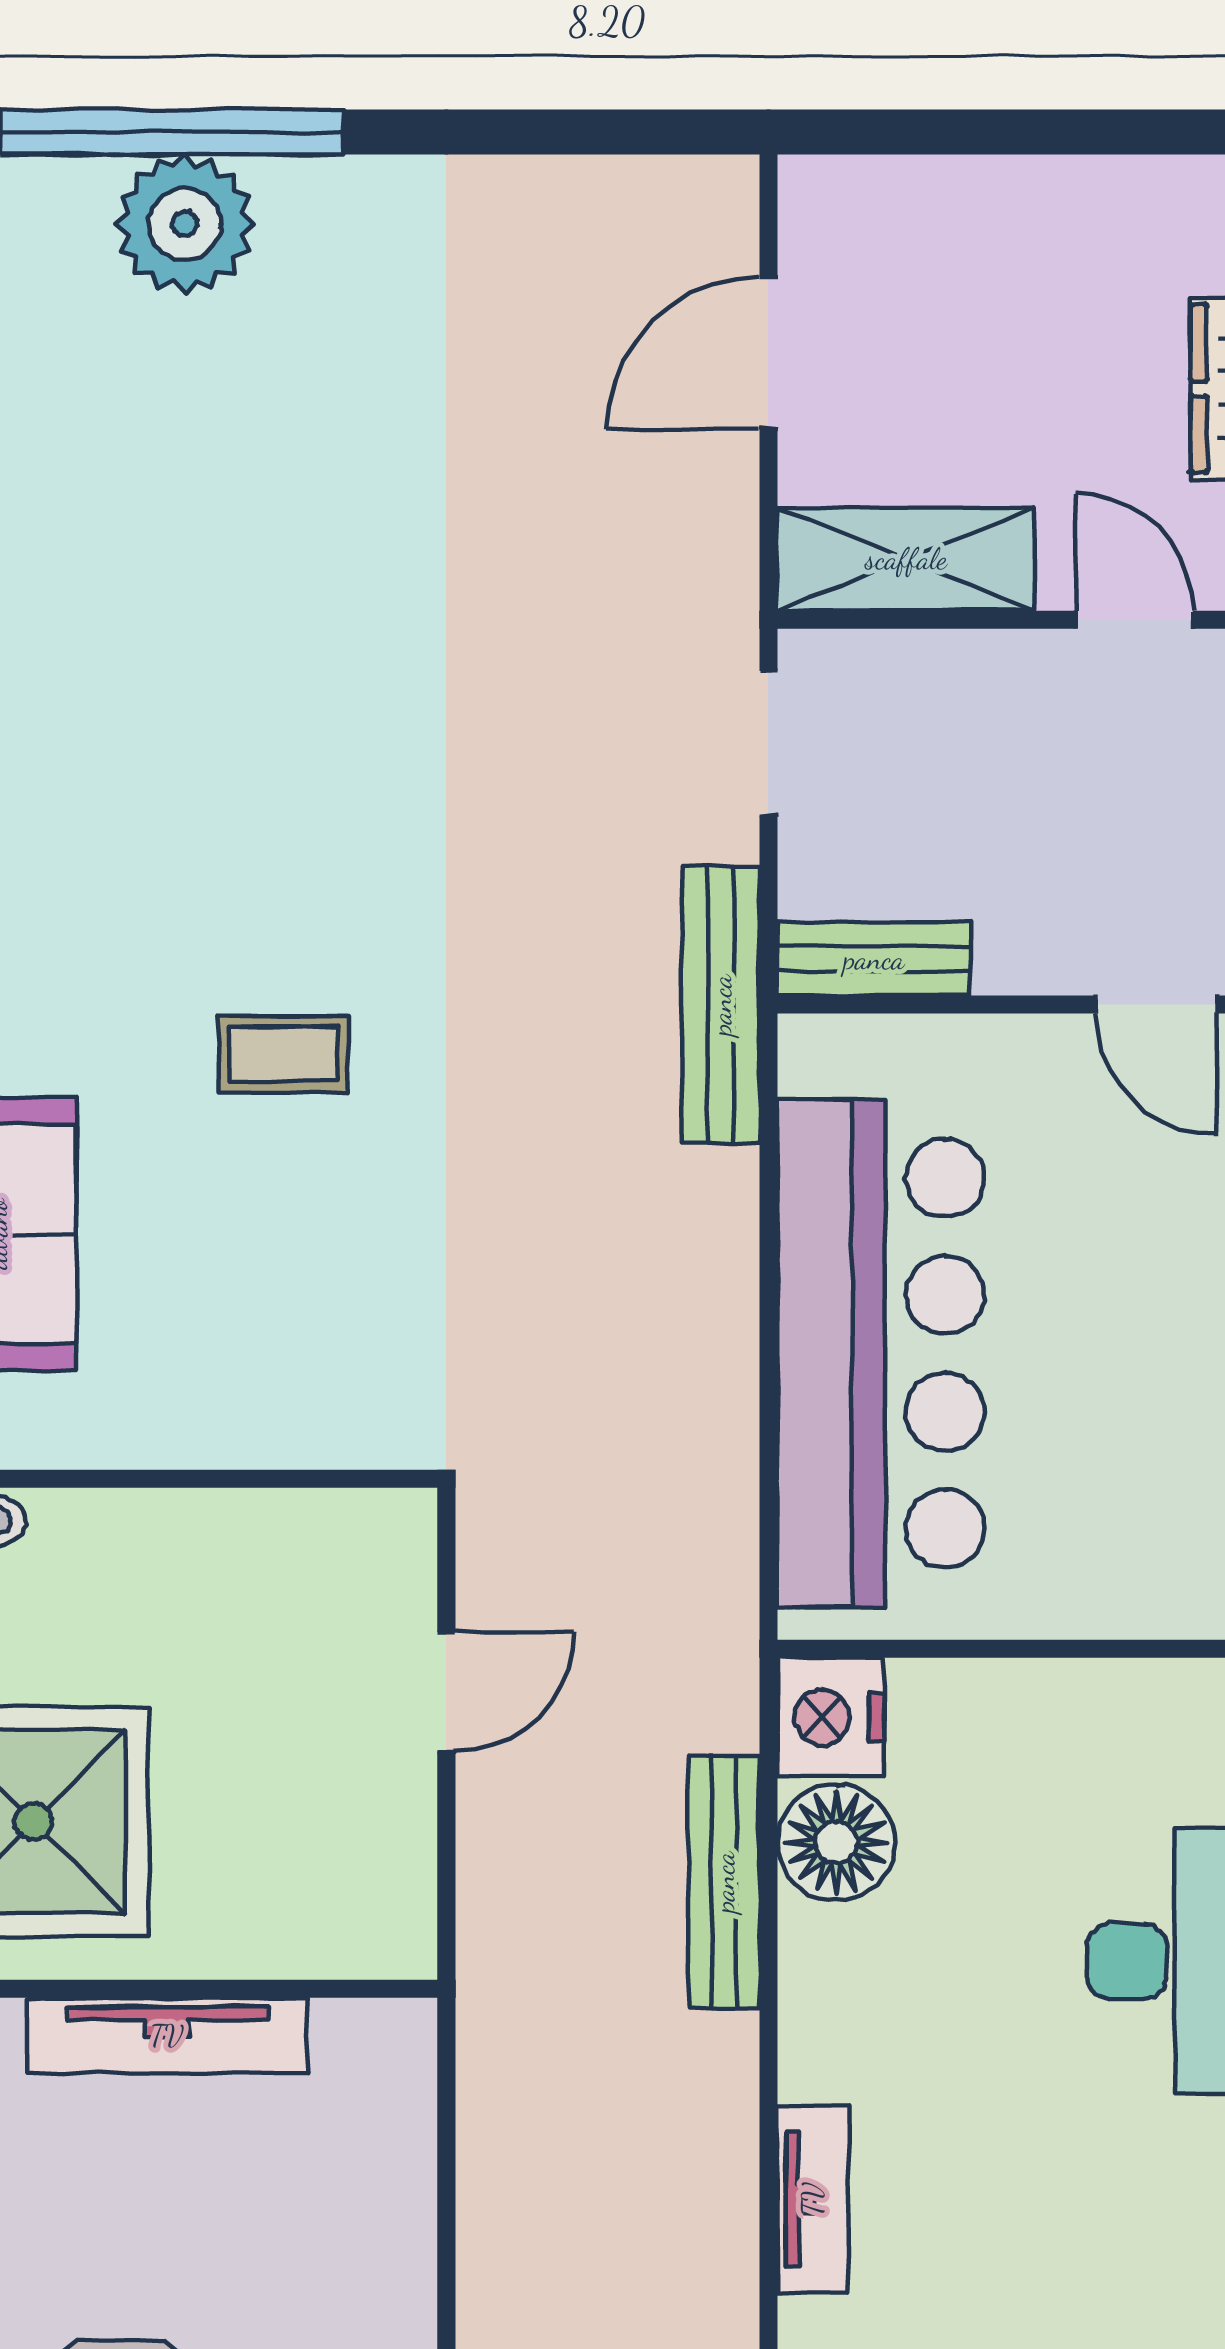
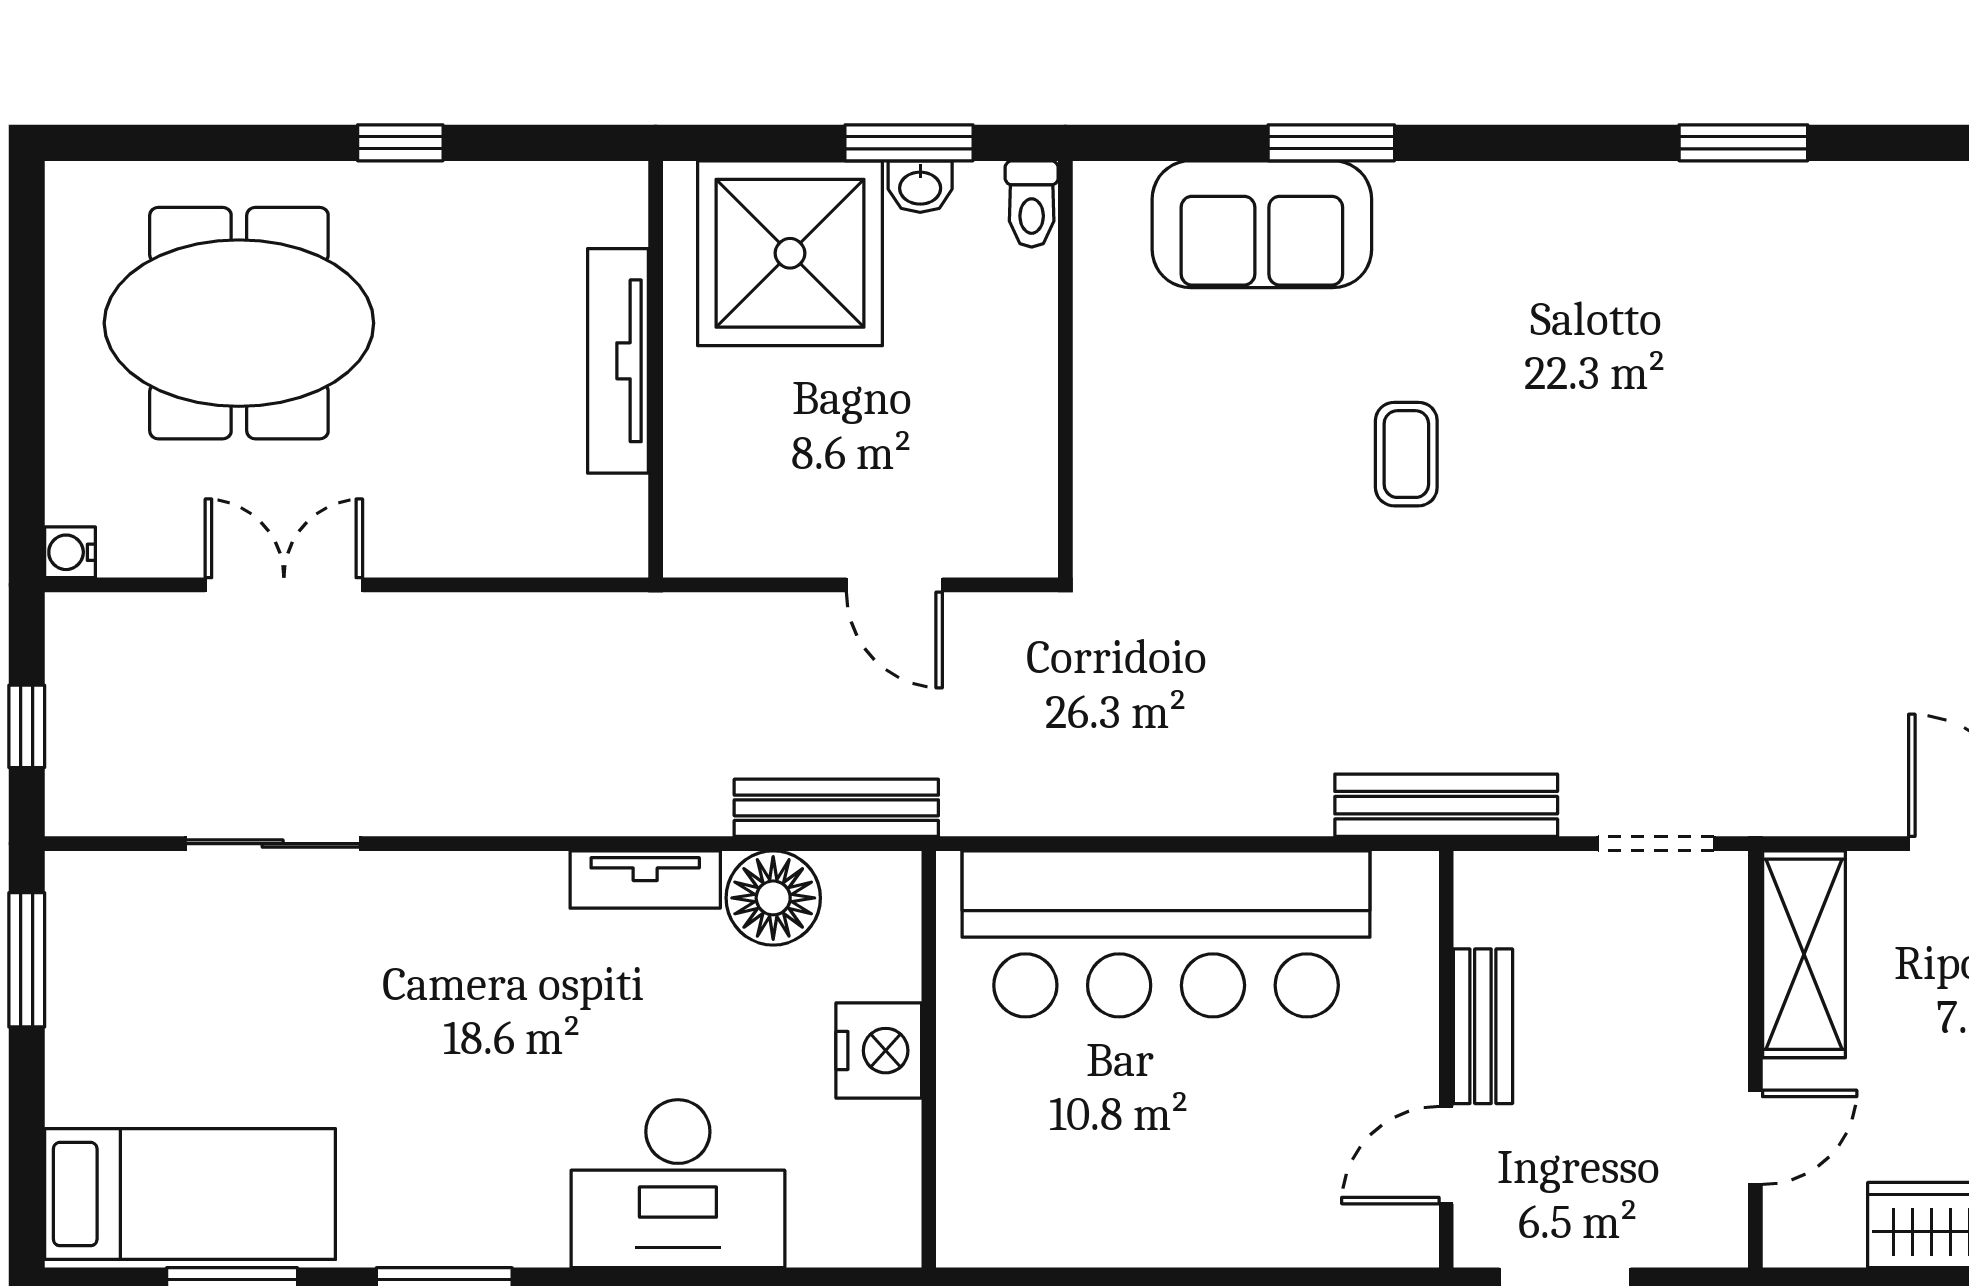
bench: (874, 959) -> (1483, 1026), moved
nightstand: (831, 1717) -> (879, 1051), moved, turned 90
bench: (724, 1882) -> (836, 808), moved
tv unit: (813, 2199) -> (645, 879), moved

